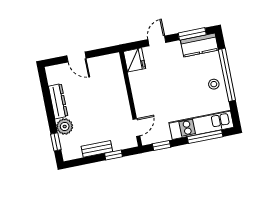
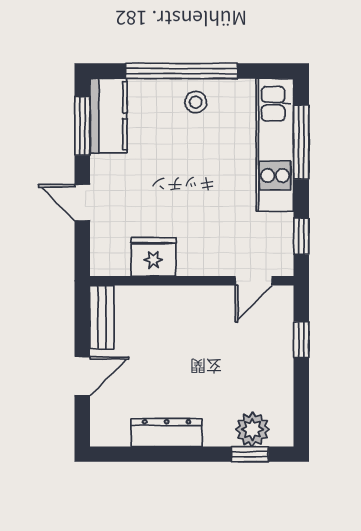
fridge: (134, 60) -> (154, 257), moved
plant: (65, 126) -> (252, 429), moved
door: (136, 128) -> (254, 281), swing flipped
bench: (97, 149) -> (102, 317), moved

